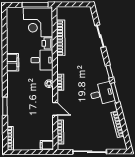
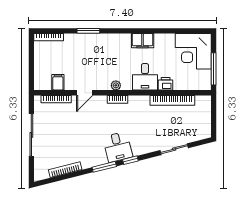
corner desk: (38, 22) -> (193, 51), moved, turned -90
desk: (102, 94) -> (118, 147), moved
filing cabinet: (47, 145) -> (58, 82), moved

